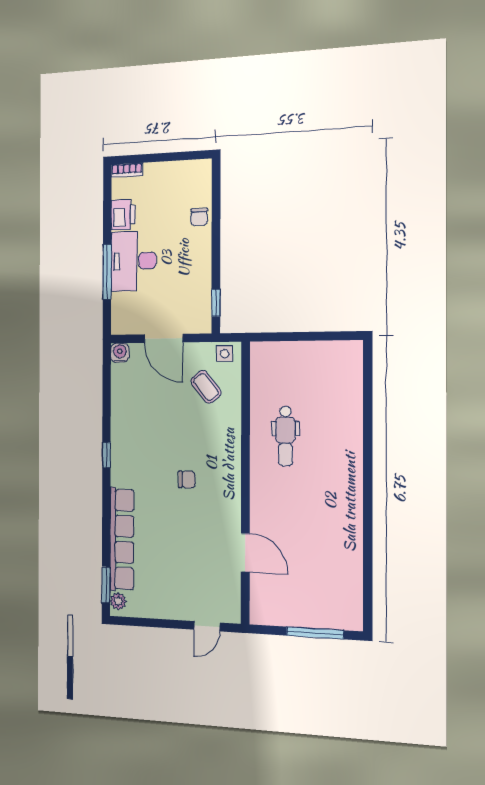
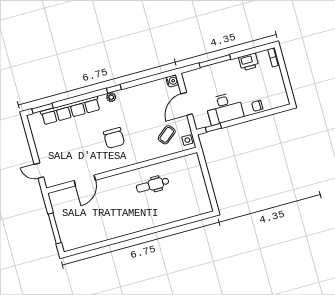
desk: (133, 261) -> (224, 108), moved, turned 180
chair: (187, 480) -> (114, 138), width x1.87, depth x1.87
plant: (118, 601) -> (111, 97), moved

